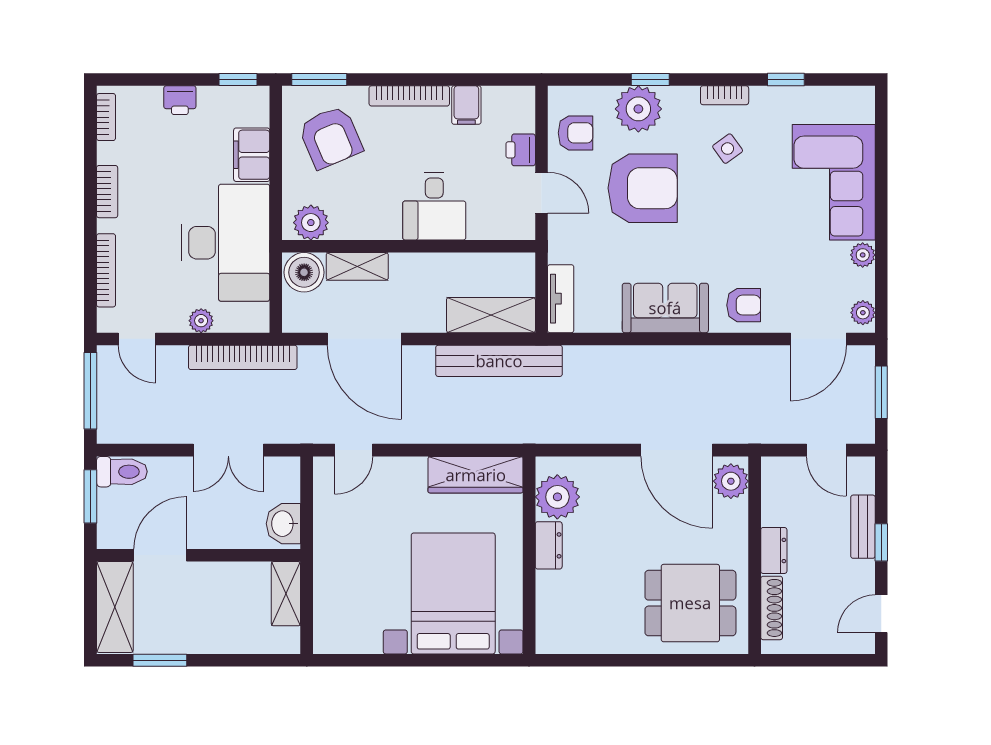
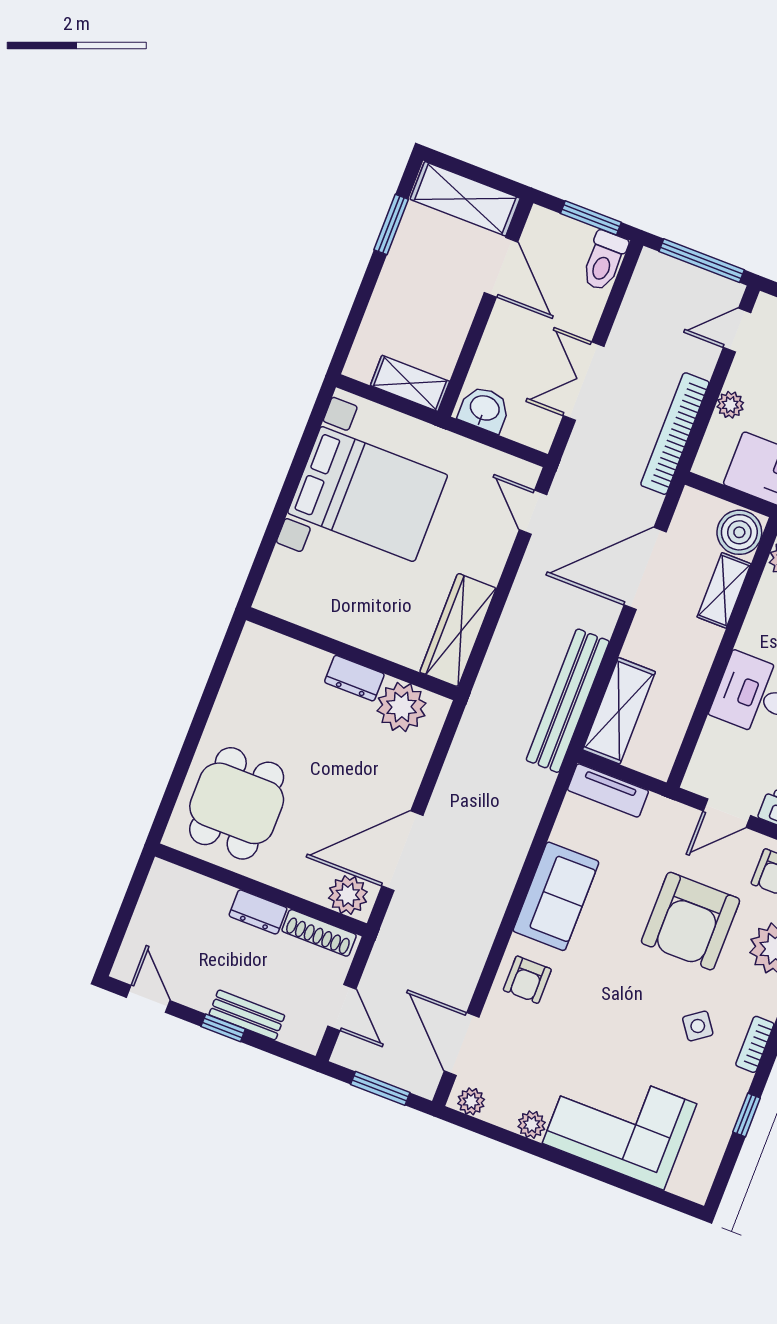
door: (826, 450) -> (342, 1007), swing flipped
bed with nightstands: (453, 593) -> (368, 494), moved
shoe rack: (772, 608) -> (319, 933), moved

